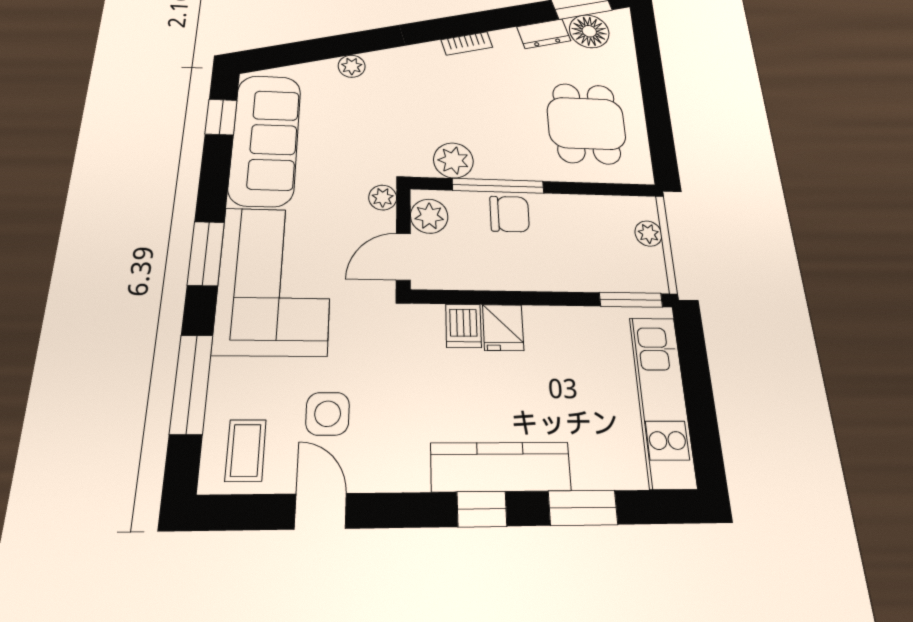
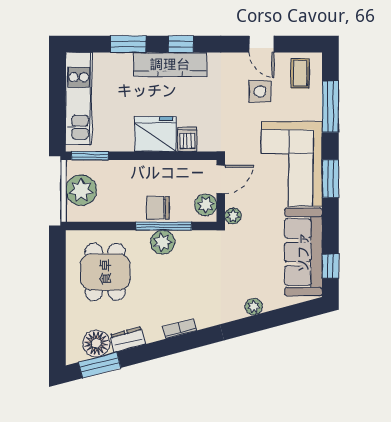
plant: (453, 160) -> (163, 242), moved
plant: (648, 234) -> (81, 190), width x1.87, depth x1.87
fridge: (503, 328) -> (155, 134), width x1.88, depth x1.34

